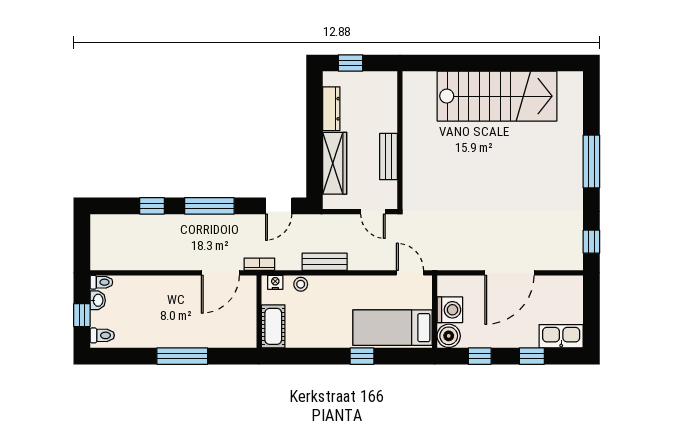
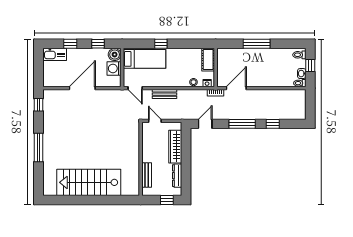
bench: (389, 156) -> (147, 175), moved
bench: (325, 262) -> (165, 94), moved

